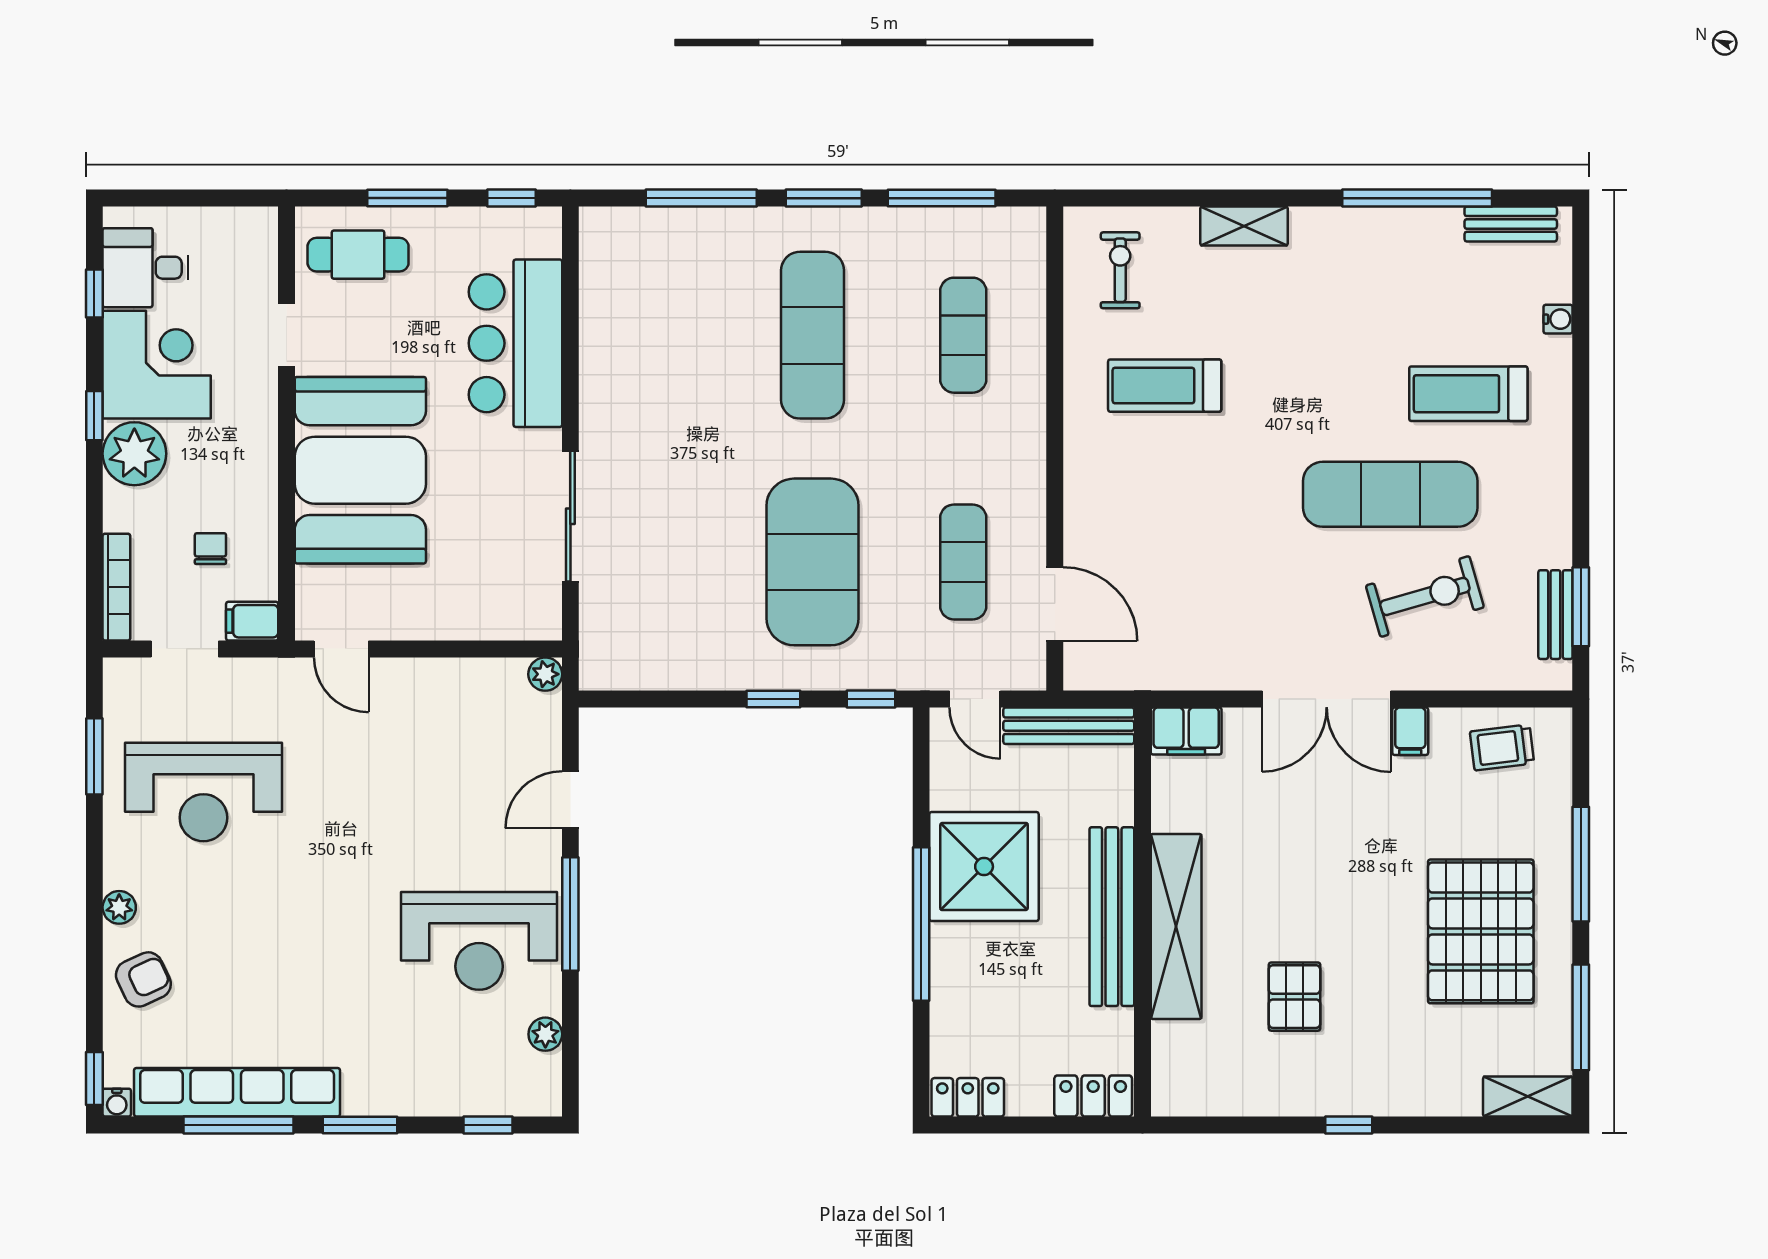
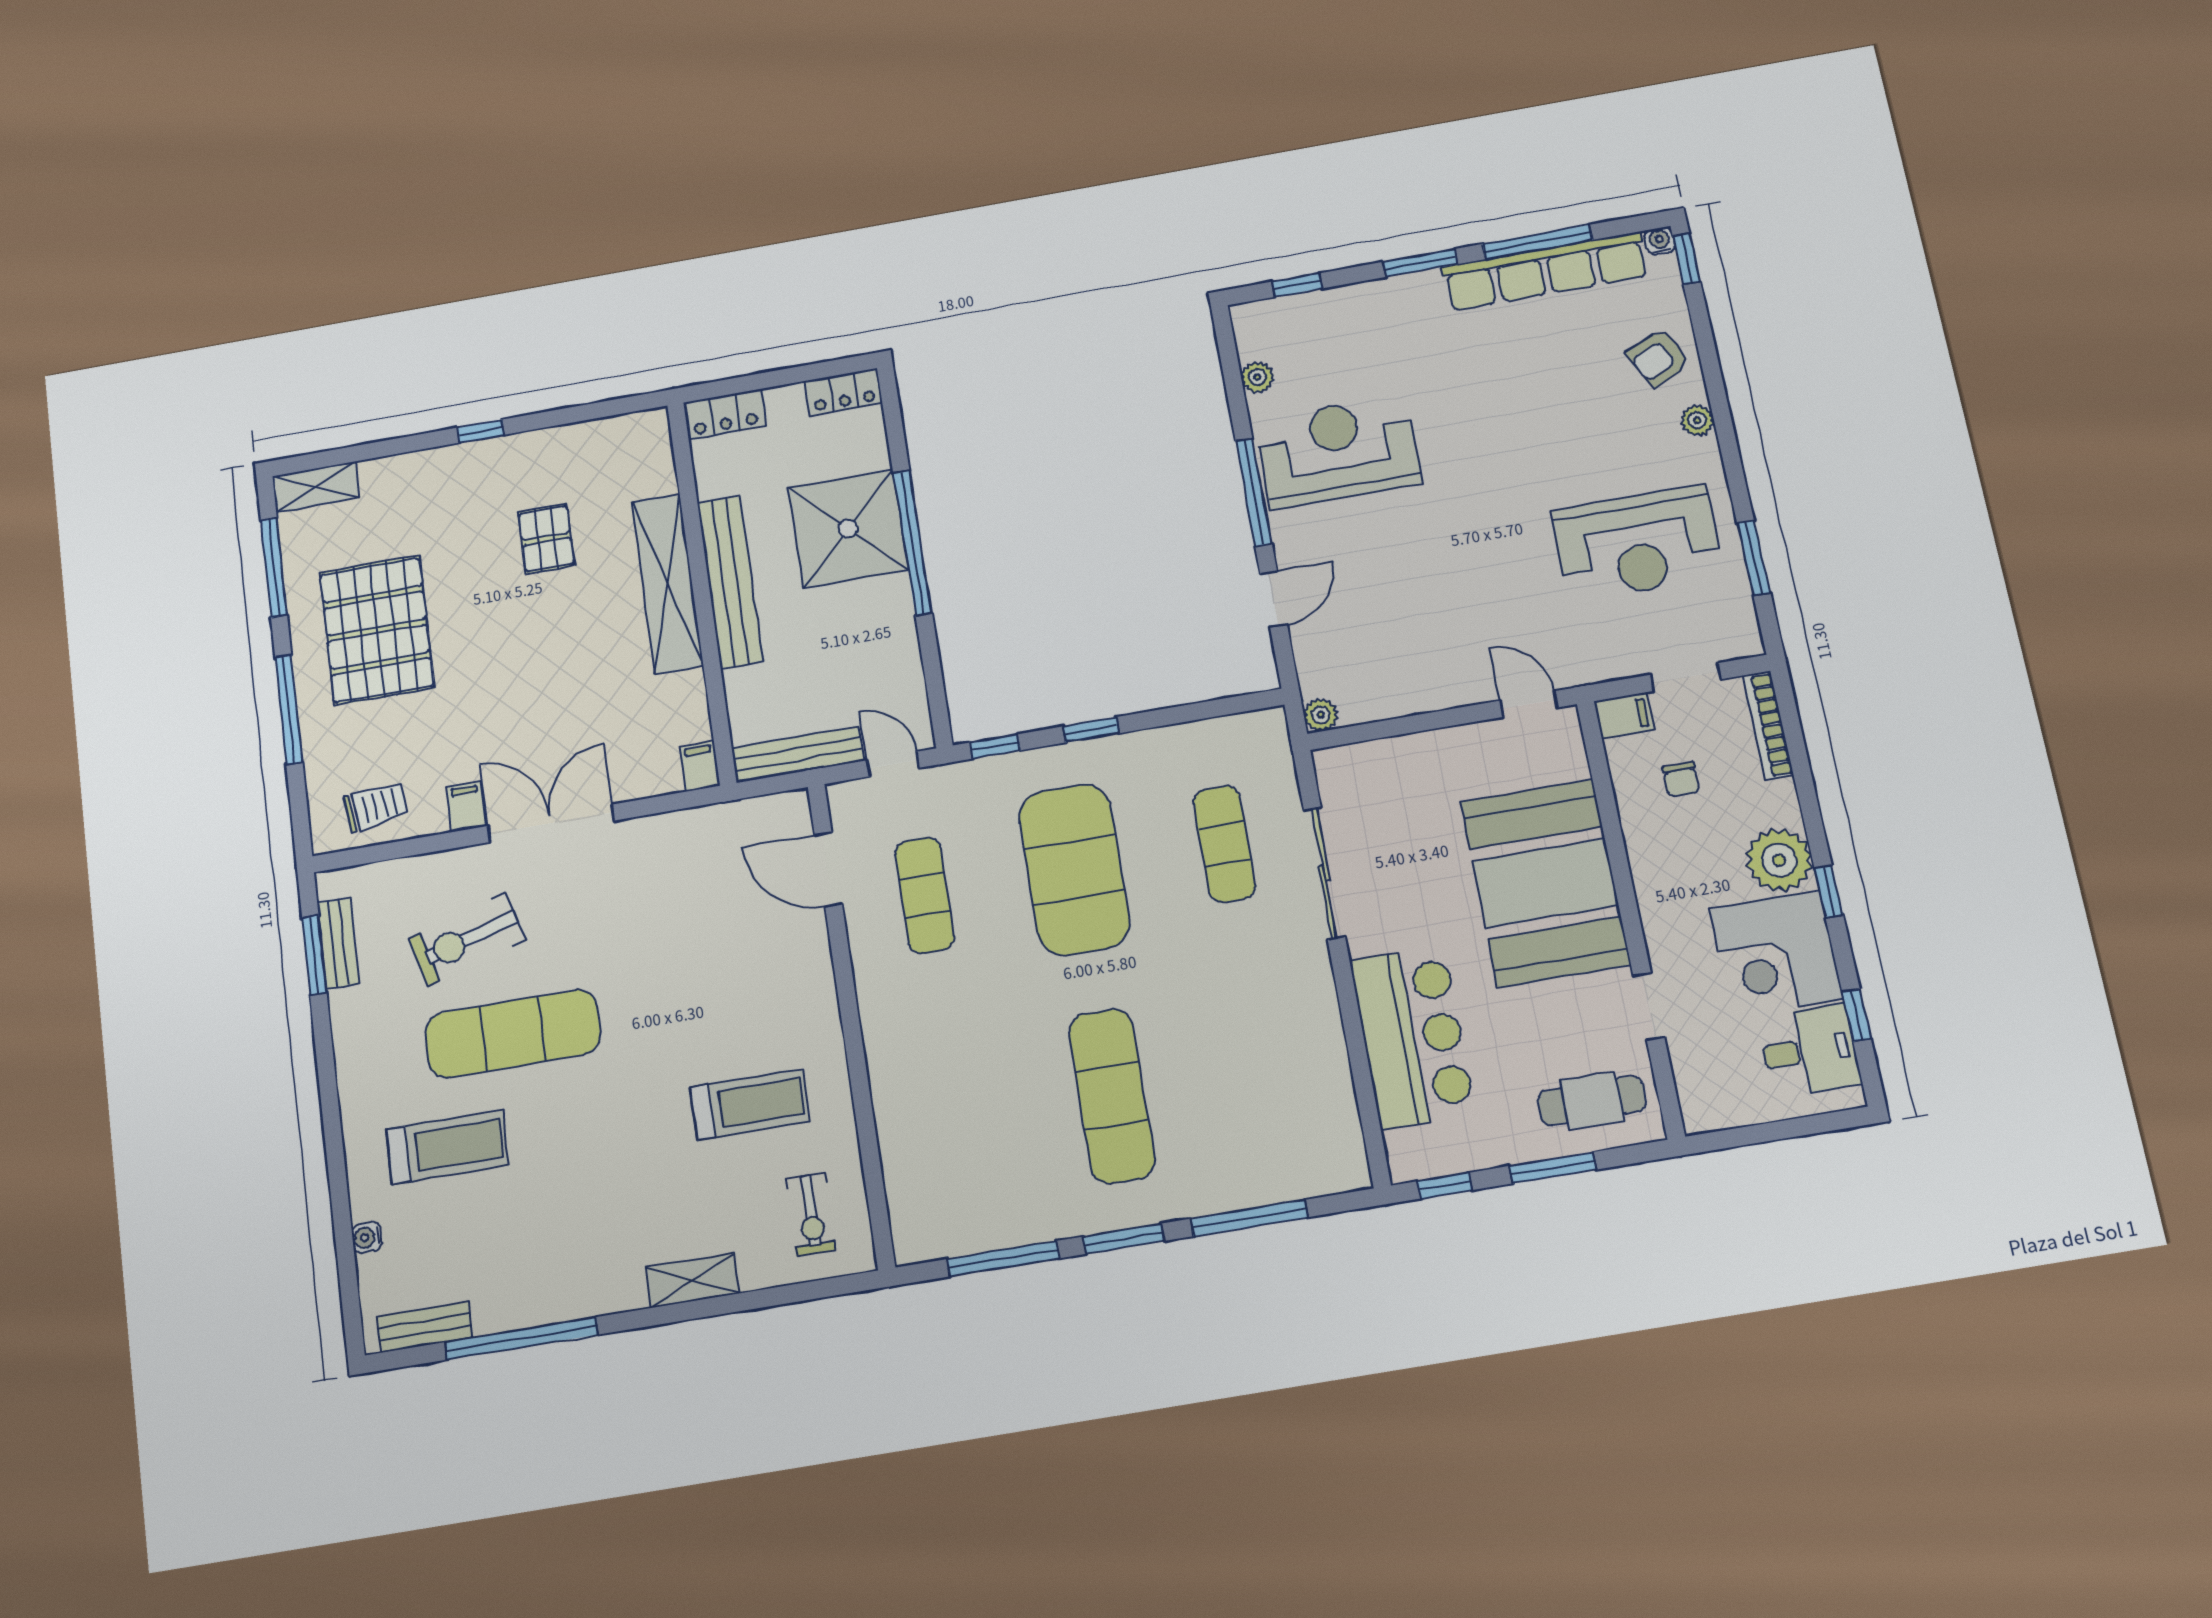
exercise mat: (963, 335) -> (1224, 844), moved
filing cabinet: (1186, 731) -> (700, 766), width x0.50
reception desk: (203, 792) -> (1638, 543), turned 180
shower: (984, 867) -> (848, 529), moved

